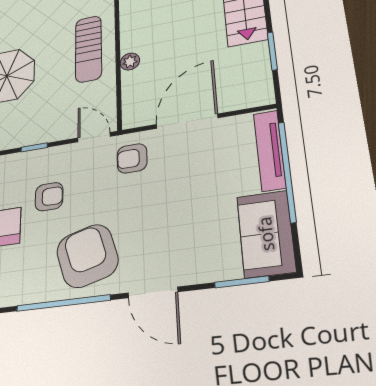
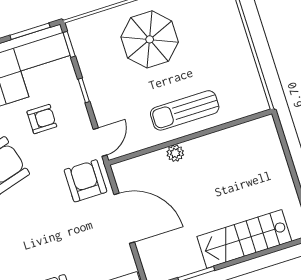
armchair: (132, 158) -> (85, 181), width x1.38, depth x1.38
armchair: (49, 197) -> (42, 119), turned -90

